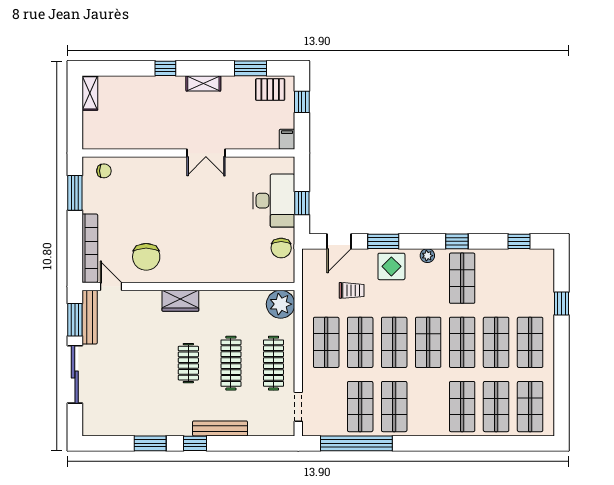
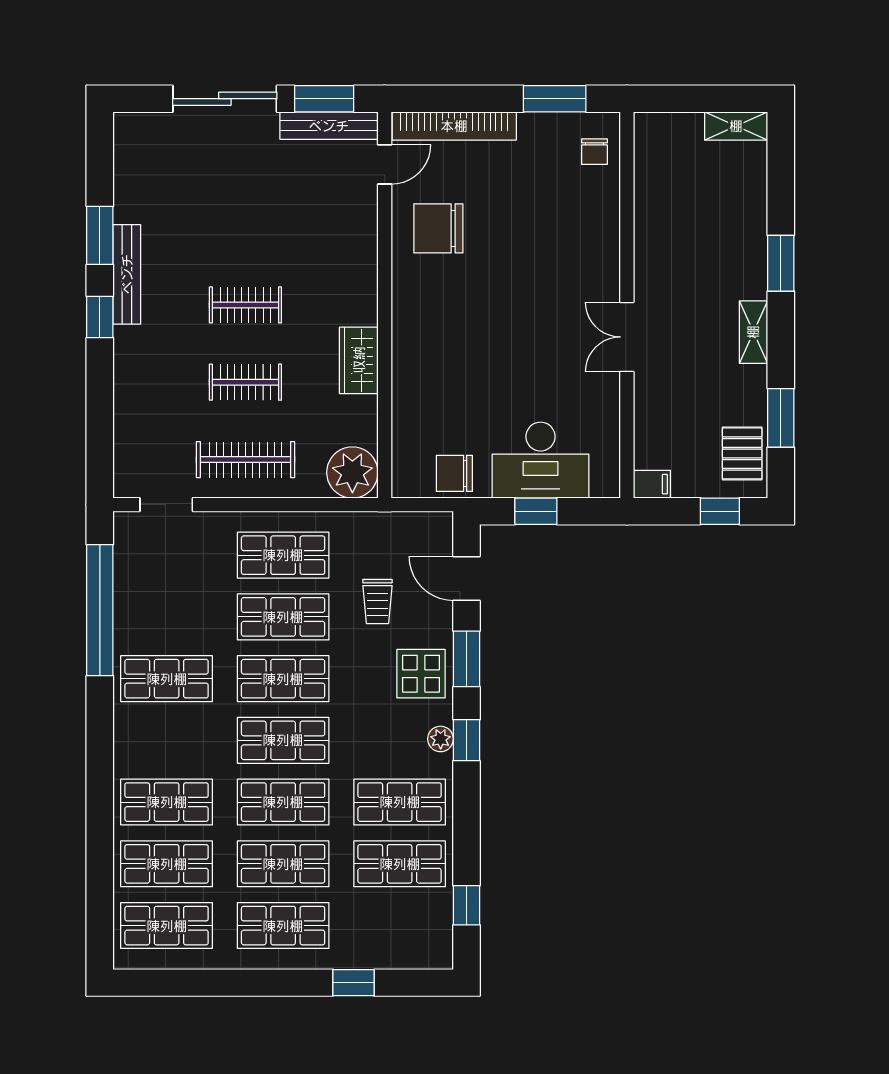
window: (165, 68) -> (781, 263), width x1.50
window: (457, 241) -> (466, 740), moved
wardrobe: (180, 301) -> (359, 360), moved
clothes rail: (231, 363) -> (245, 382), width x0.73
shop shelf: (360, 407) -> (400, 864), moved
bench: (220, 428) -> (127, 274), moved

